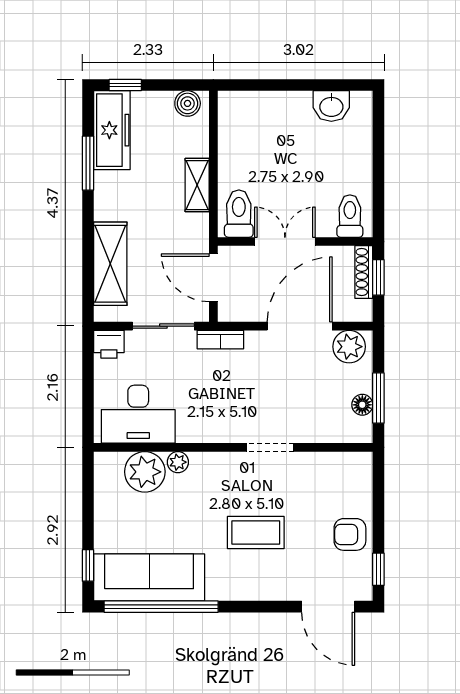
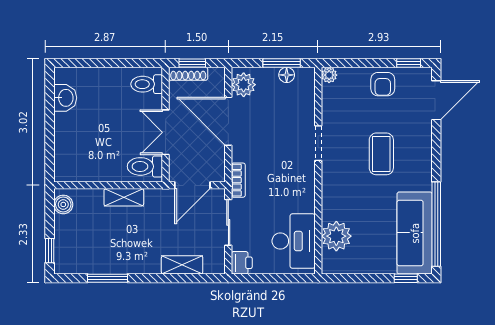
freezer: (112, 130) -> (83, 261), removed
shelving: (110, 264) -> (182, 265), width x0.67, depth x0.75
plant: (178, 462) -> (329, 75), moved

